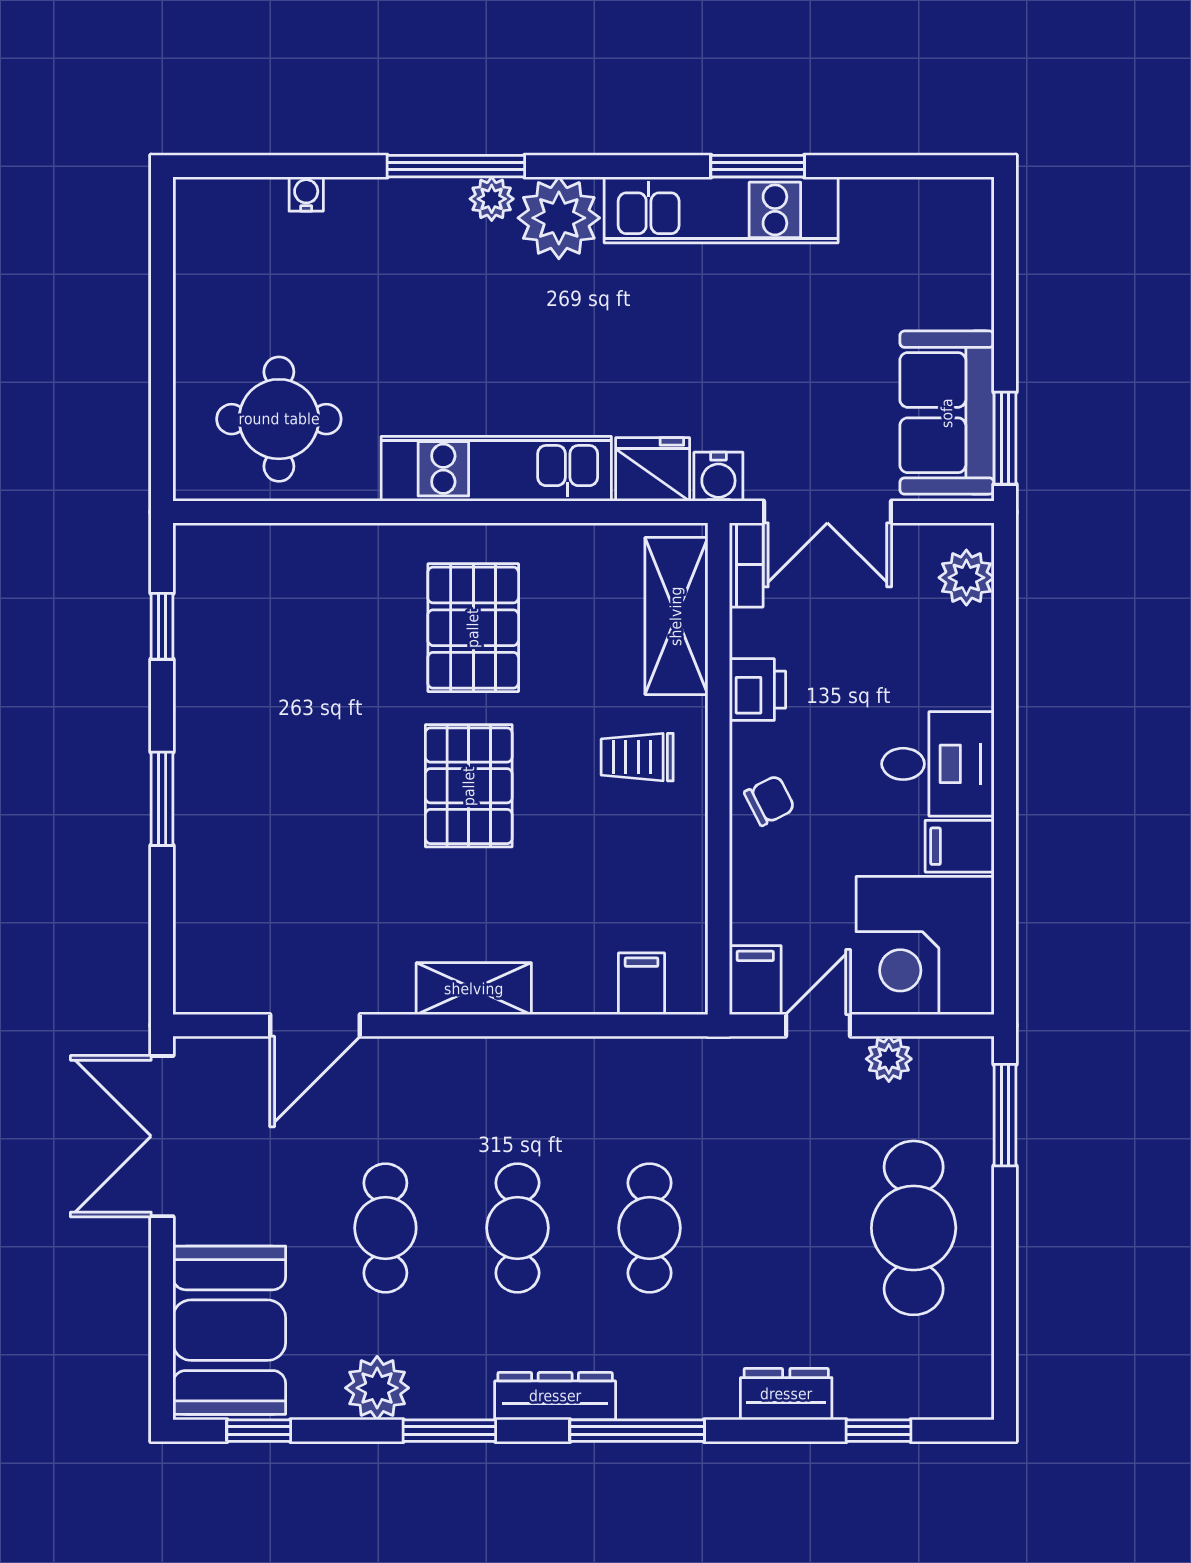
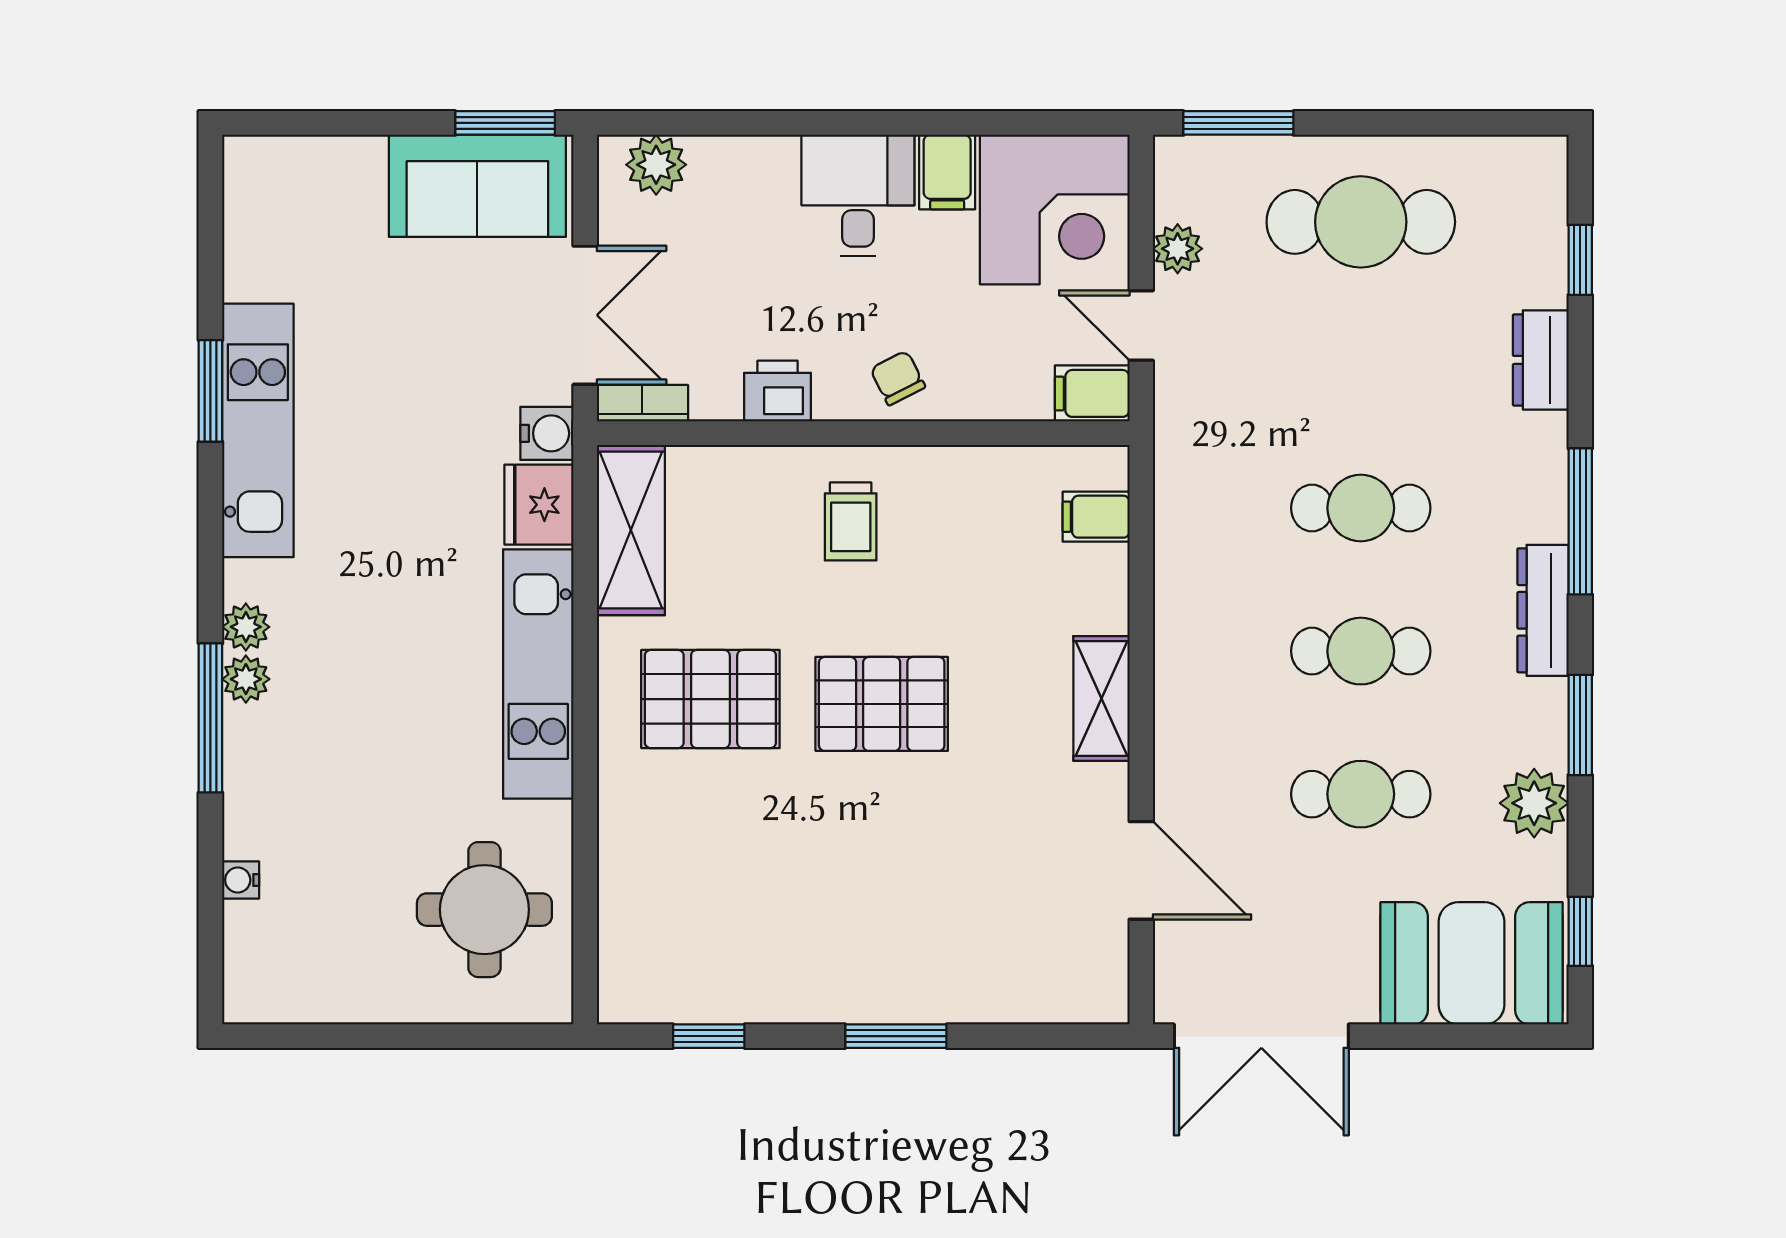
plant: (559, 218) -> (246, 627), width x0.53, depth x0.53
shelving: (676, 616) -> (631, 530), moved, turned 90

